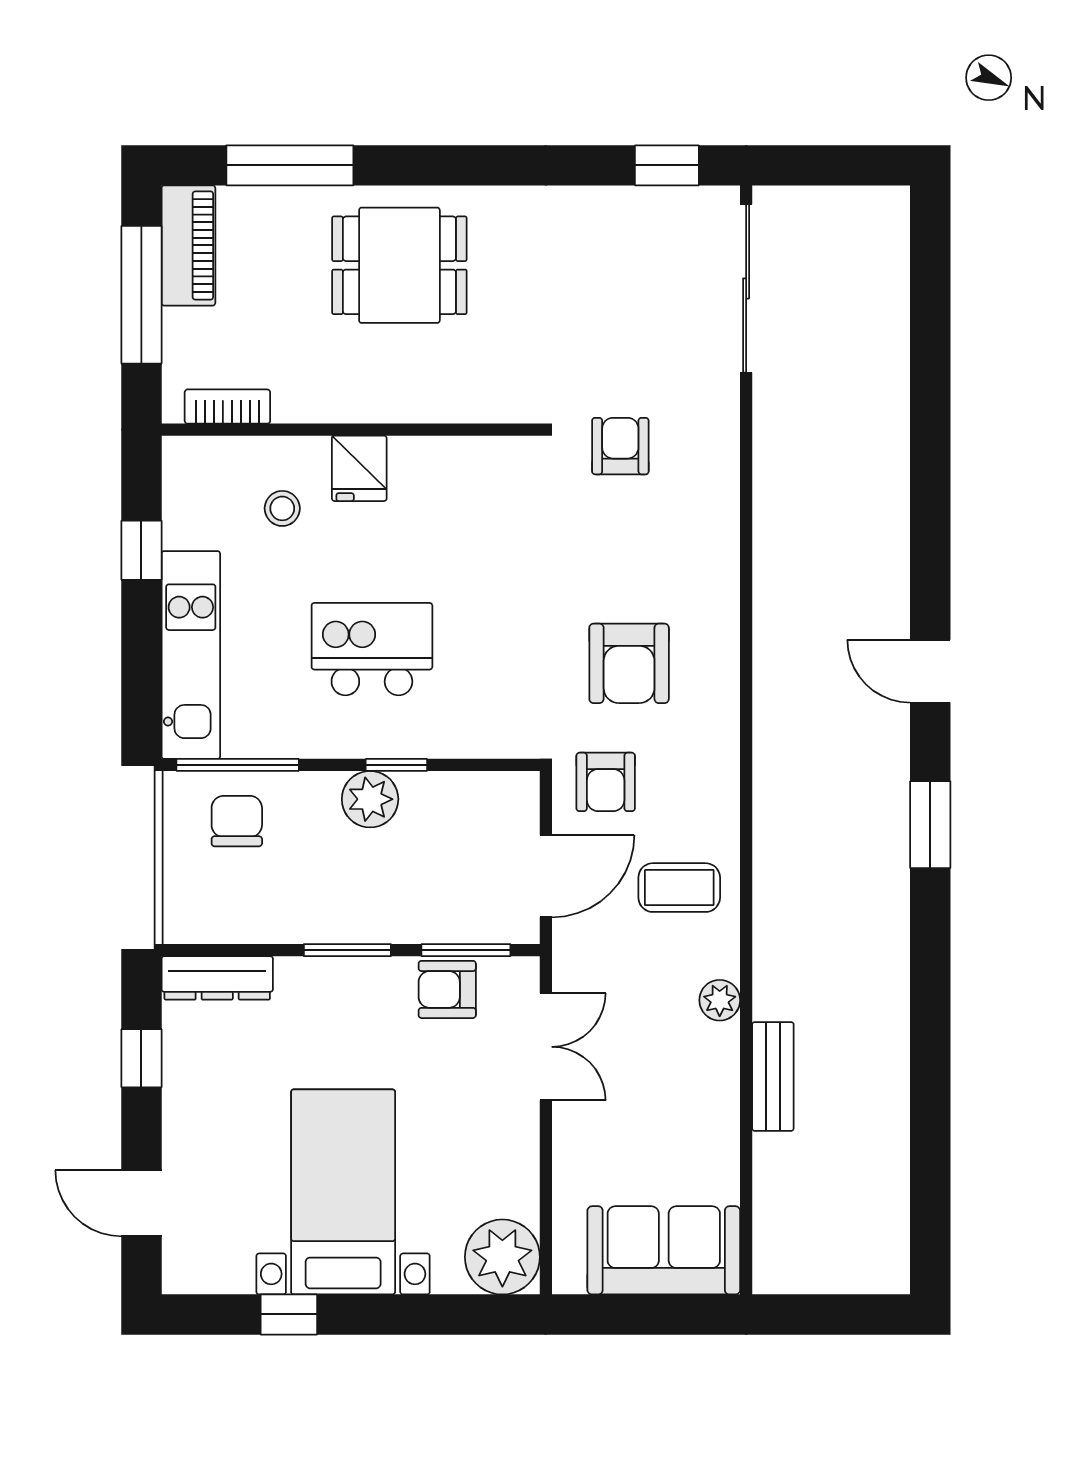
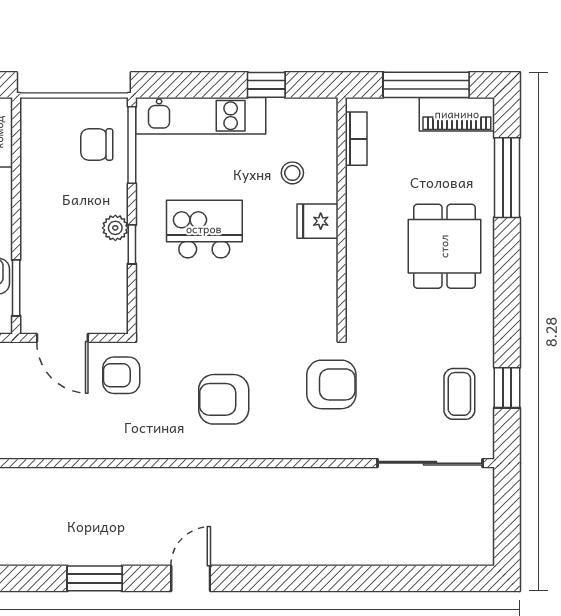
window: (667, 165) -> (507, 388), moved
armchair: (620, 446) -> (331, 384), width x1.38, depth x1.38
kitchen island: (372, 649) -> (204, 229), turned -90
armchair: (629, 663) -> (224, 399), moved
plant: (370, 799) -> (115, 228), width x0.73, depth x0.73
chair: (237, 821) -> (97, 145), turned 180
coffee table: (679, 888) -> (459, 394), moved
window: (347, 950) -> (16, 214), removed

